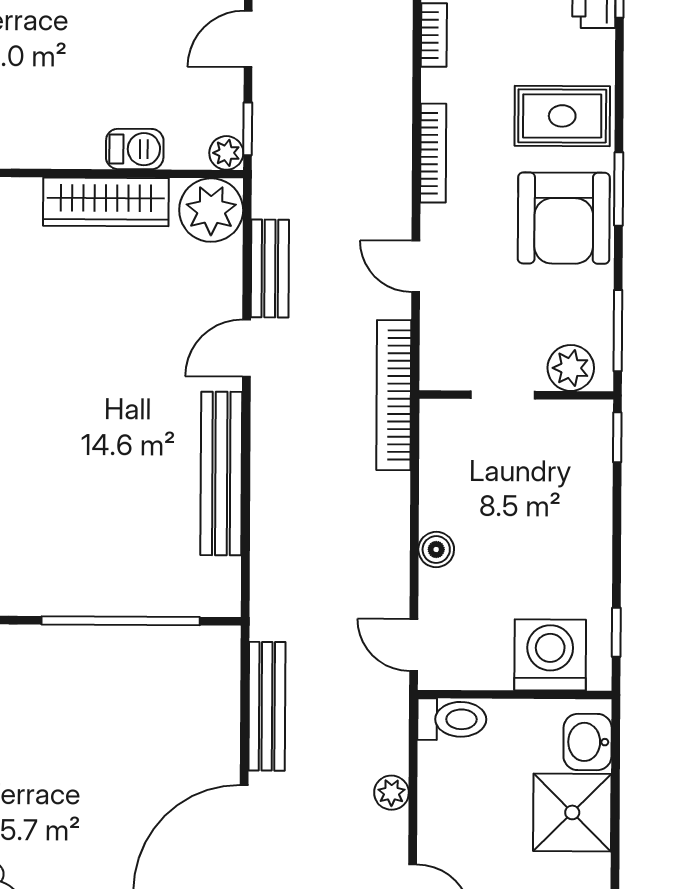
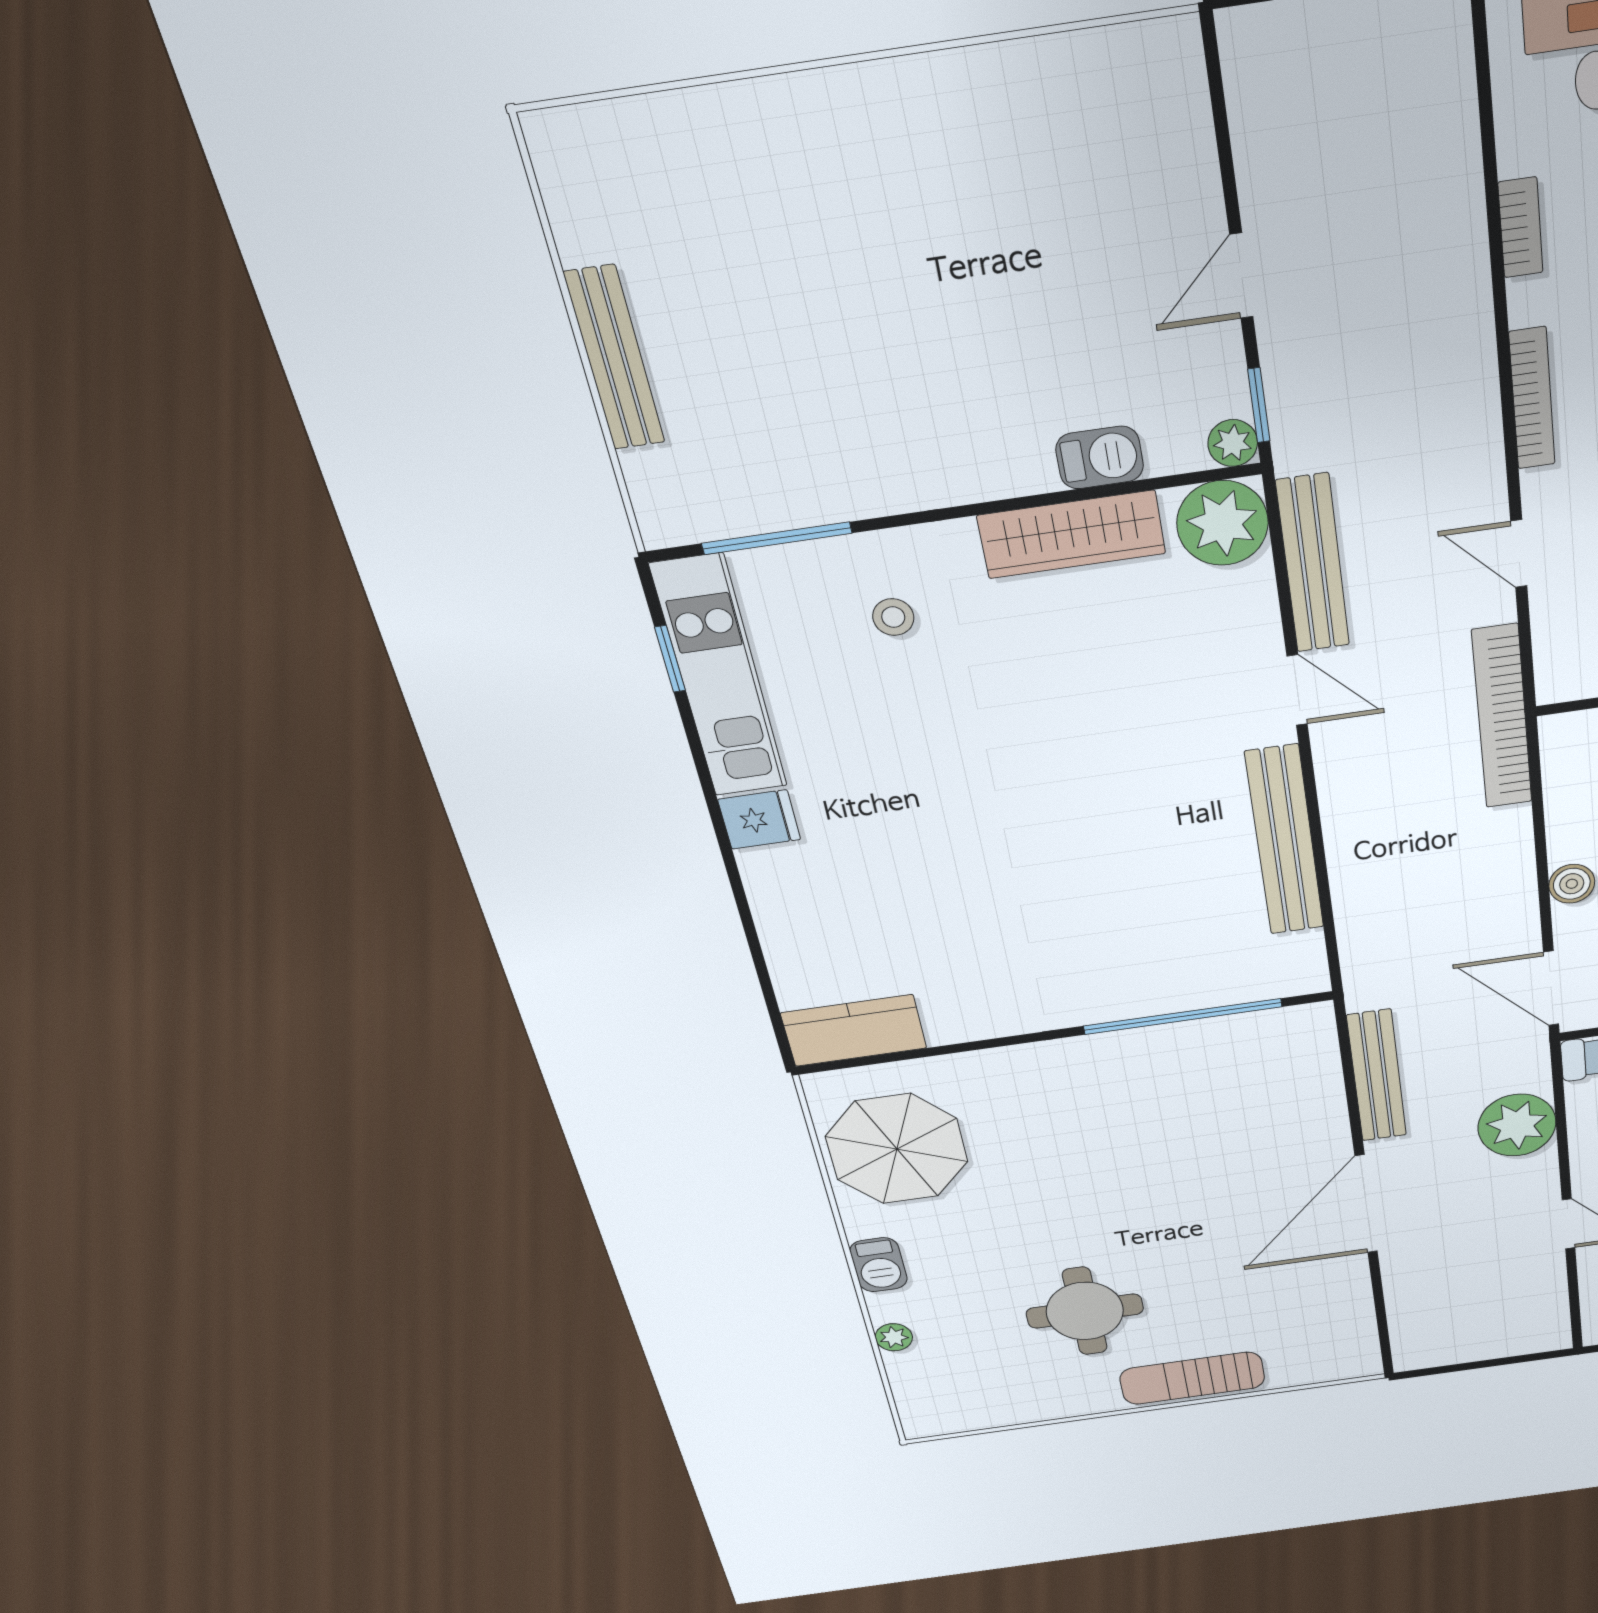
bench: (270, 268) -> (1313, 564), width x1.36
door: (247, 348) -> (1297, 690), swing flipped
door: (414, 645) -> (1551, 988), width x1.38
plant: (391, 793) -> (1517, 1125), width x1.88, depth x1.88

